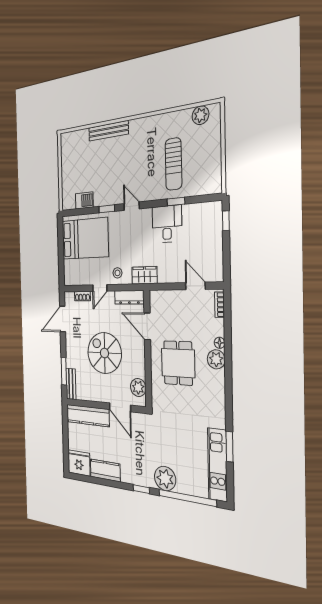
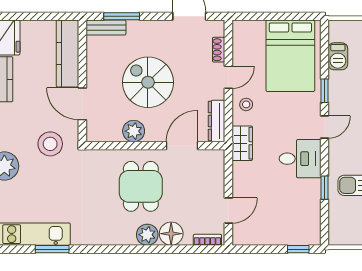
desk: (167, 224) -> (300, 159), moved
door: (100, 288) -> (228, 77), swing flipped
floor lamp: (220, 343) -> (171, 234), width x1.89, depth x1.89
spiral stairs: (104, 353) -> (148, 82), turned -90
dining table: (178, 363) -> (141, 186), turned 90
plant: (138, 387) -> (134, 131), moved
door: (120, 407) -> (82, 104), hinge flipped
stool: (148, 437) -> (50, 144), added

